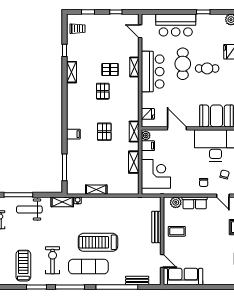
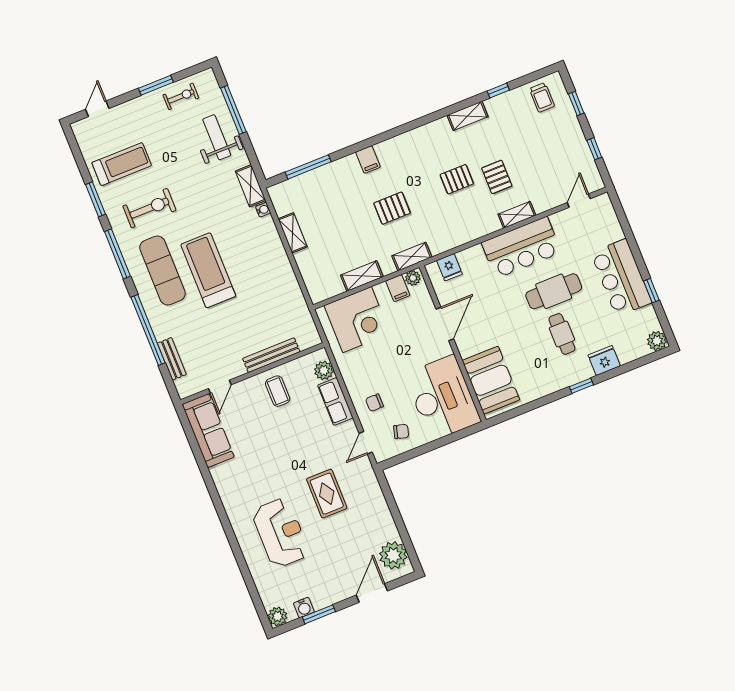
bar counter: (176, 25) -> (621, 278), moved

